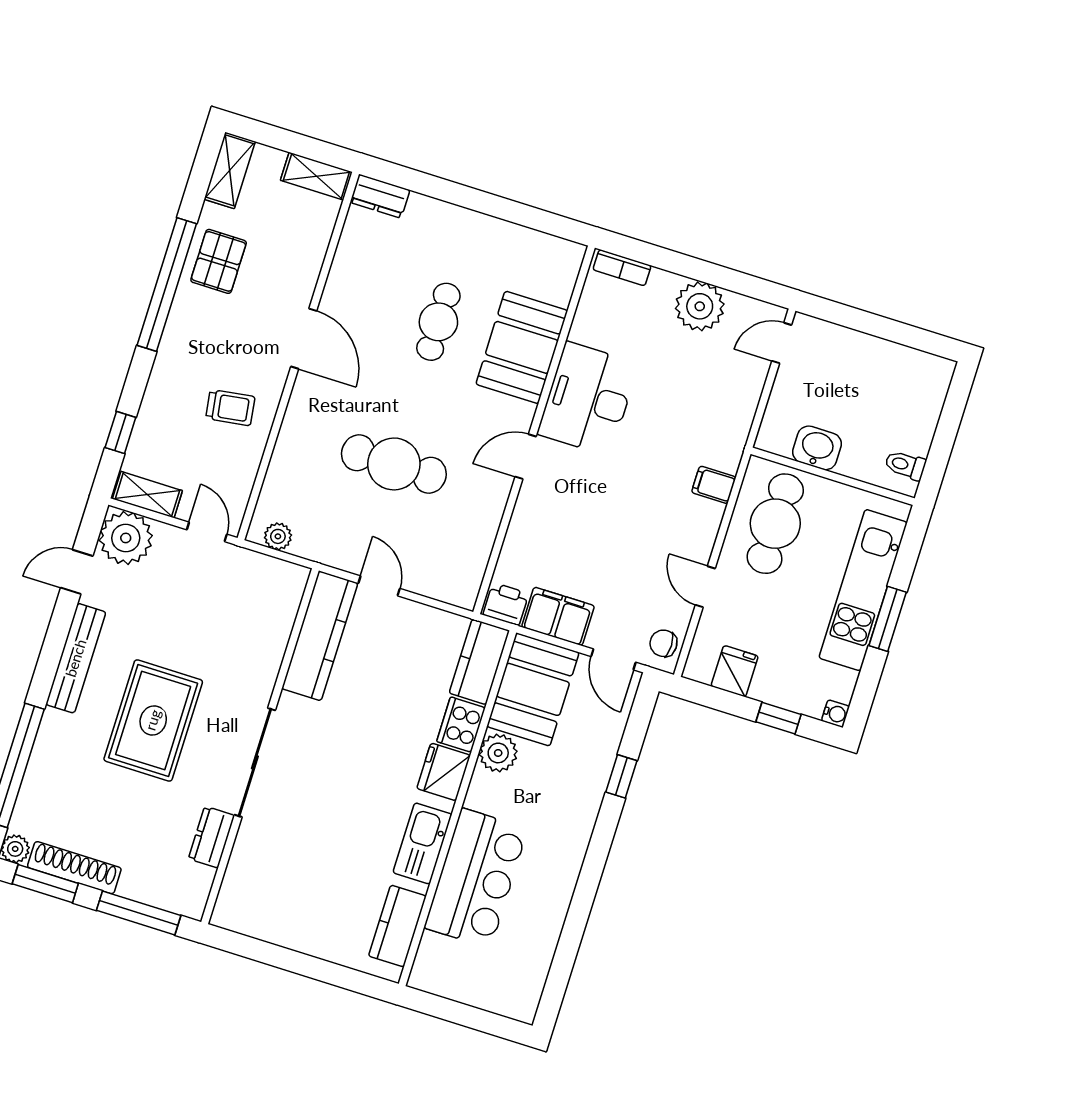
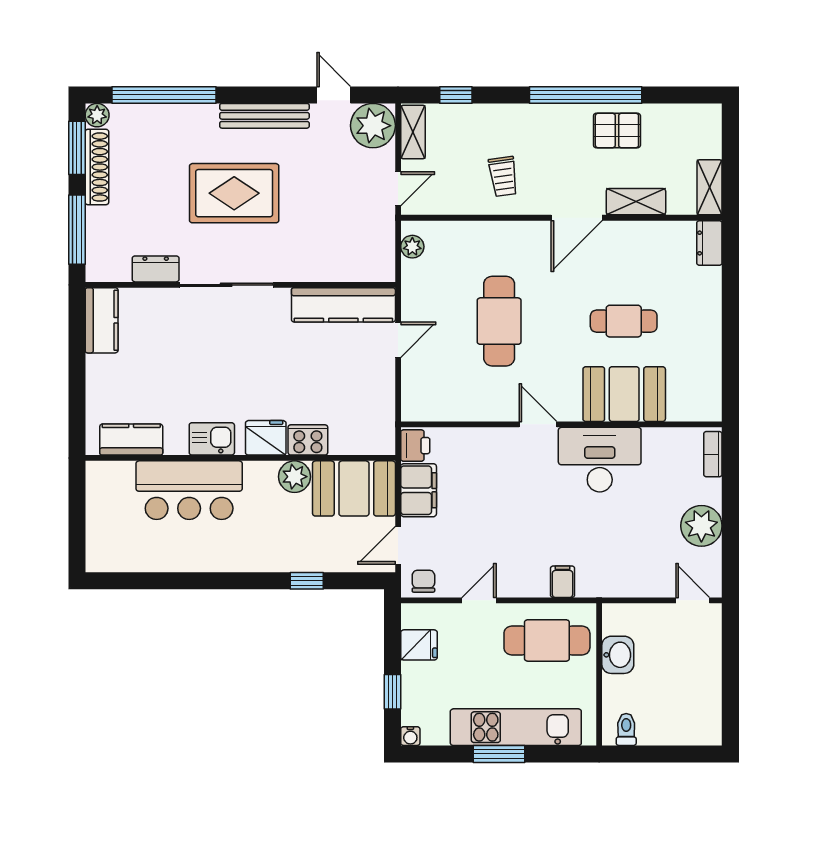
shelving: (230, 170) -> (636, 202), moved
kitchen counter: (479, 662) -> (102, 320), moved, turned 90
kitchen sink: (422, 843) -> (212, 439), width x0.73

